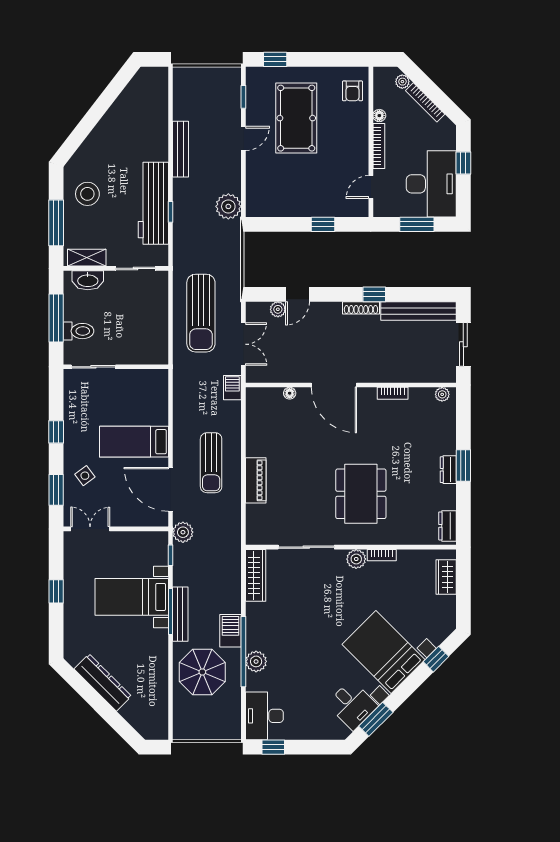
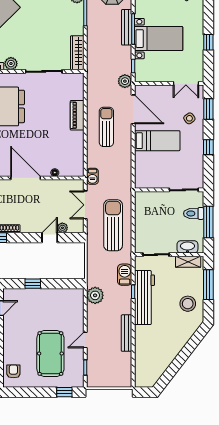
barbecue: (230, 631) -> (125, 275), moved, turned 180

